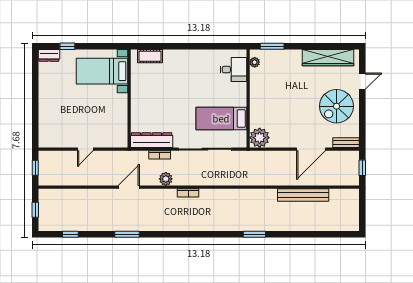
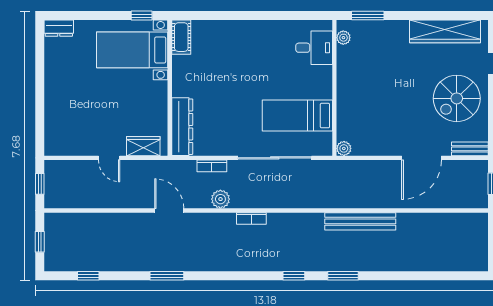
window: (67, 46) -> (142, 16), moved
cot: (150, 56) -> (181, 37), moved, turned 90
plant: (260, 138) -> (344, 148), width x0.53, depth x0.53
dresser: (152, 140) -> (182, 127), moved, turned 90
wardrobe: (110, 141) -> (143, 146), added
door: (85, 149) -> (109, 158), hinge flipped
door: (129, 187) -> (169, 210), hinge flipped
bench: (303, 195) -> (360, 221), moved
window: (219, 234) -> (294, 276), added

